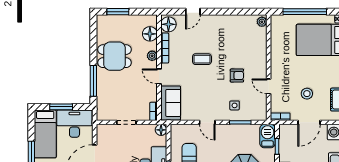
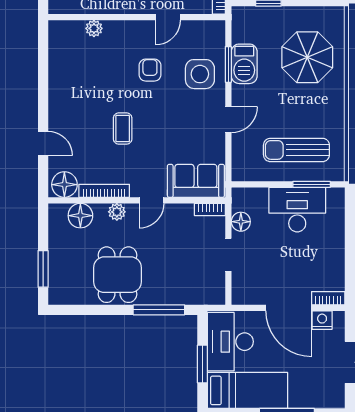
plant: (262, 22) -> (94, 28), moved
side table: (235, 105) -> (200, 74), width x1.87, depth x1.87
floor lamp: (161, 130) -> (241, 222), moved
barbecue: (268, 136) -> (244, 64), moved, turned -90

